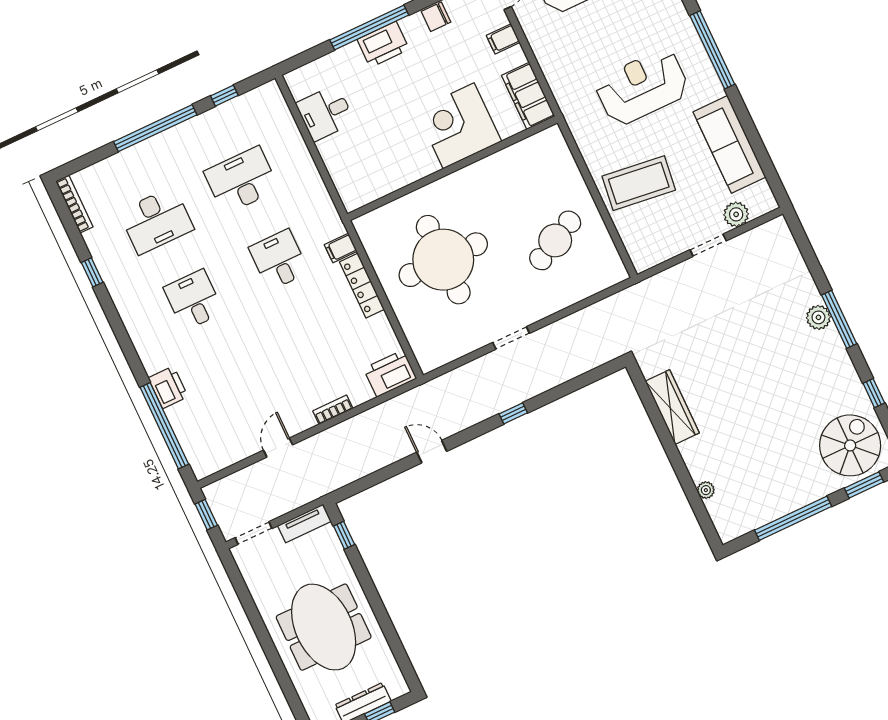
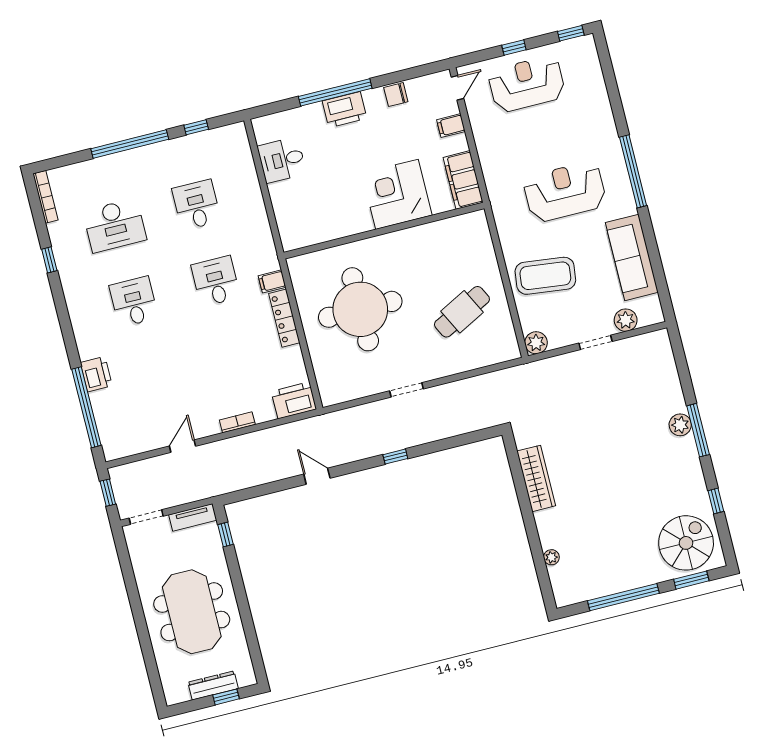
desk: (241, 180) -> (196, 205), width x0.73
plant: (643, 258) -> (536, 343), added

